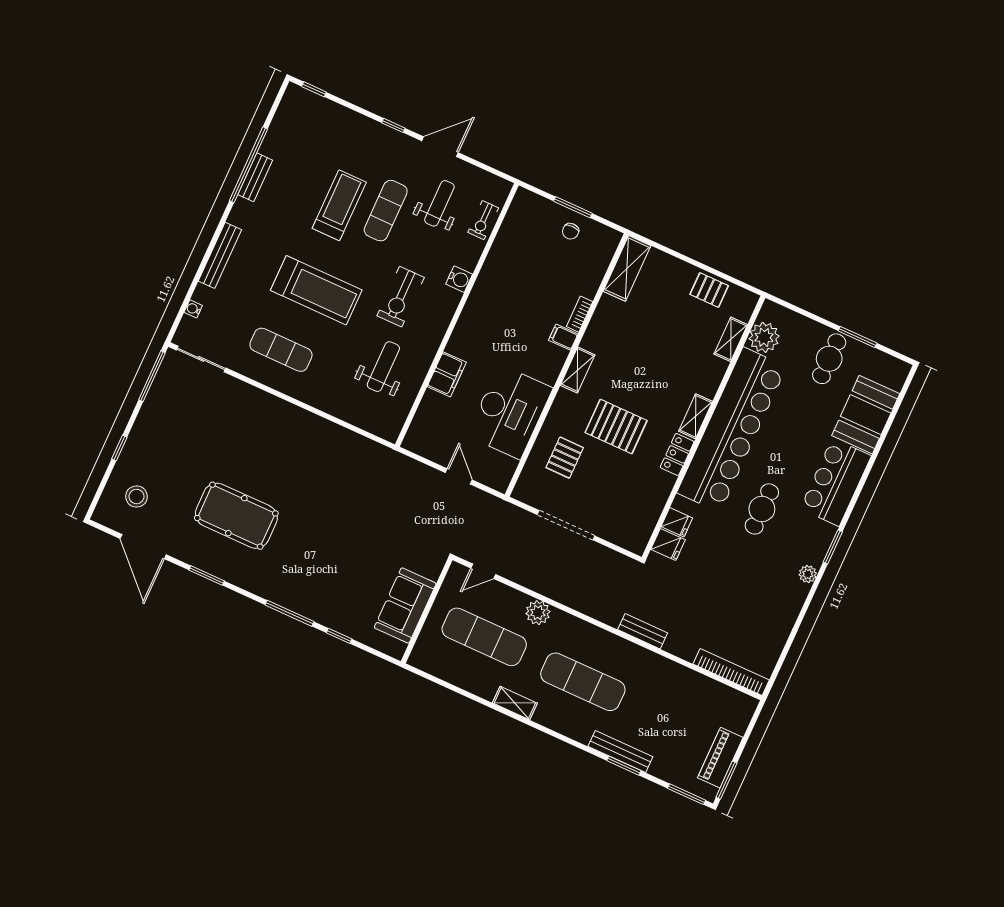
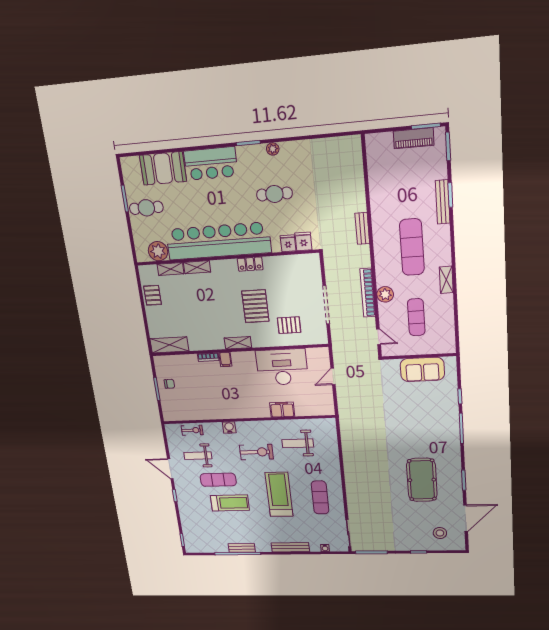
treadmill: (339, 205) -> (230, 503), turned 180
shelving: (696, 416) -> (197, 267), moved
cafe table: (762, 509) -> (274, 194), moved
exercise mat: (484, 637) -> (416, 317), width x0.73, depth x0.69
bookcase: (731, 672) -> (368, 293), moved

